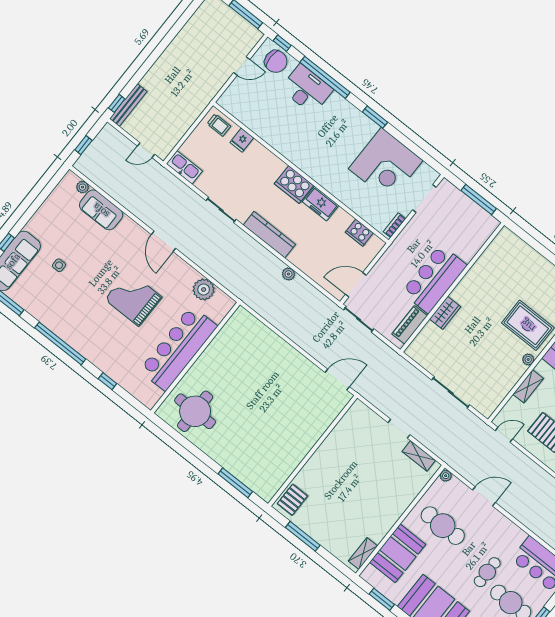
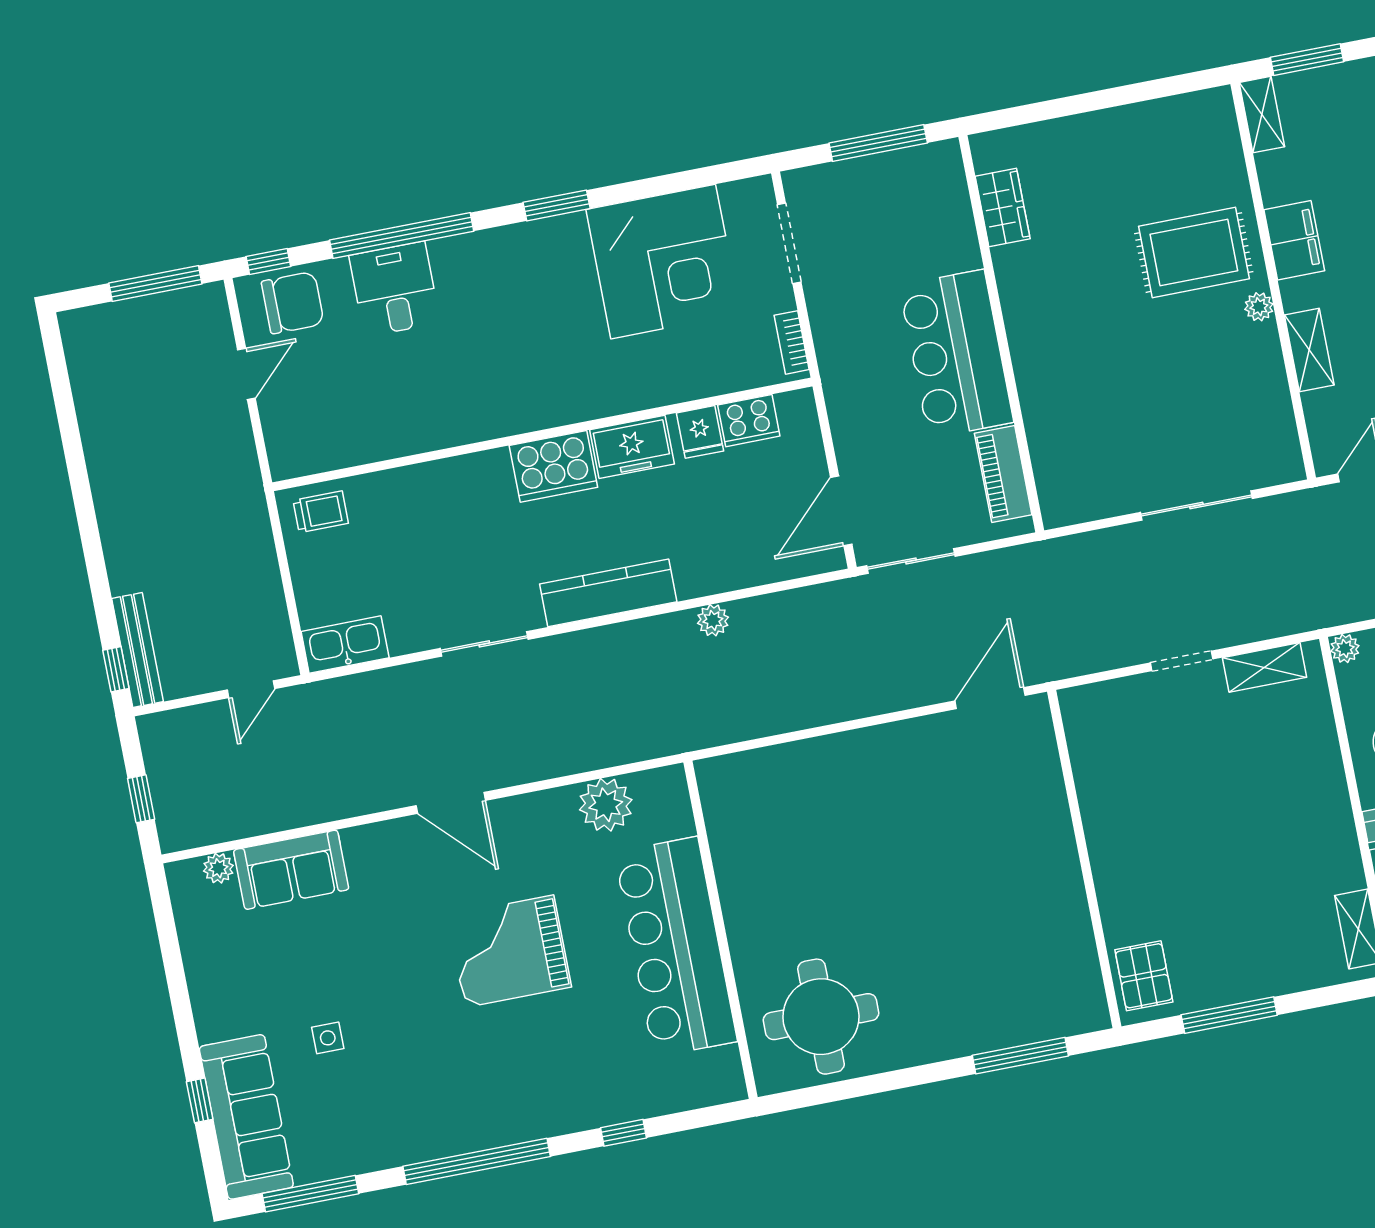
desk: (307, 89) -> (395, 289), width x0.73
fridge: (242, 140) -> (700, 432), moved
wardrobe: (445, 313) -> (1003, 207), moved

